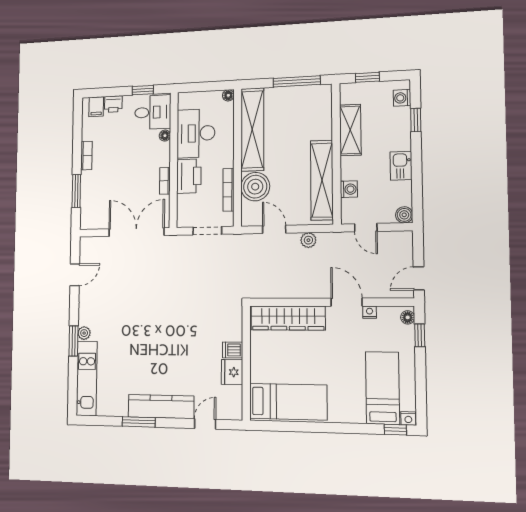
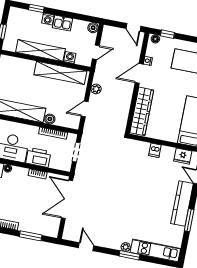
washing machine: (402, 98) -> (48, 19), moved
shelving: (350, 130) -> (40, 50), width x1.47
boiler: (255, 187) -> (50, 119), width x0.54, depth x0.54
fridge: (232, 372) -> (183, 156), moved

